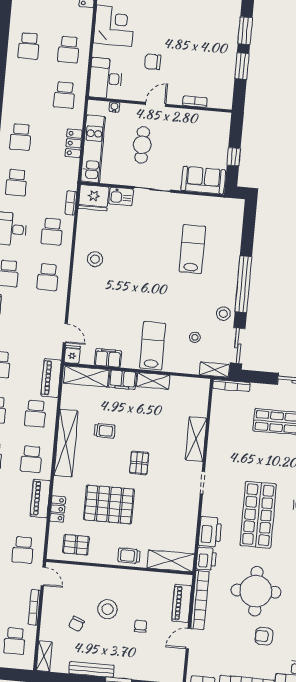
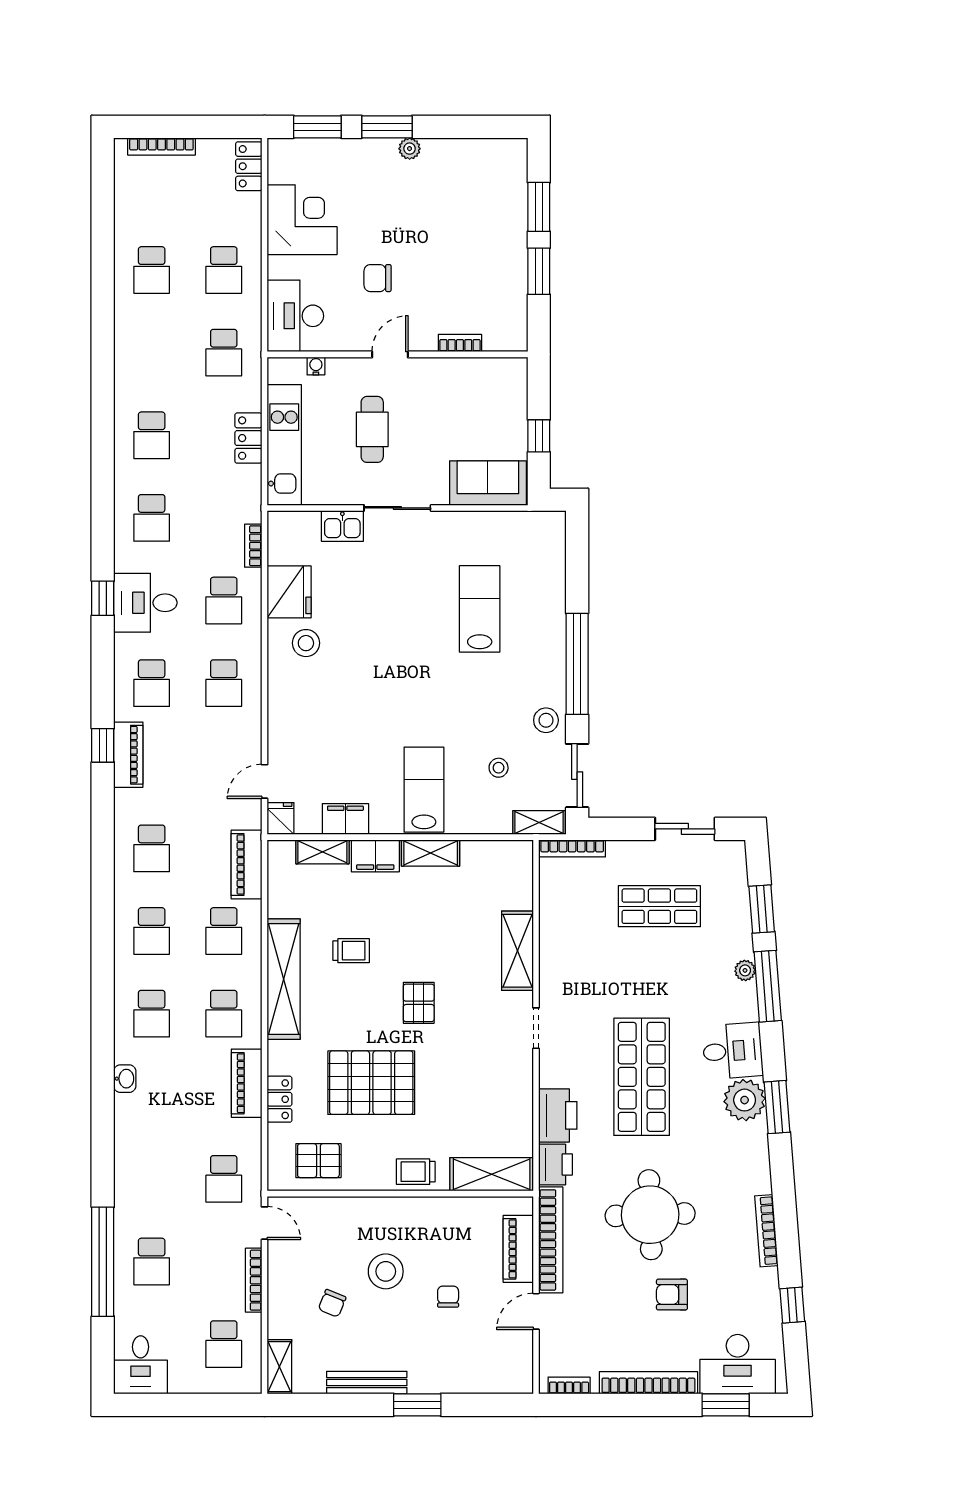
fridge: (94, 198) -> (289, 592), moved, turned -90
door: (65, 333) -> (264, 781), swing flipped
shelving: (86, 376) -> (322, 852), width x0.67, depth x0.75

